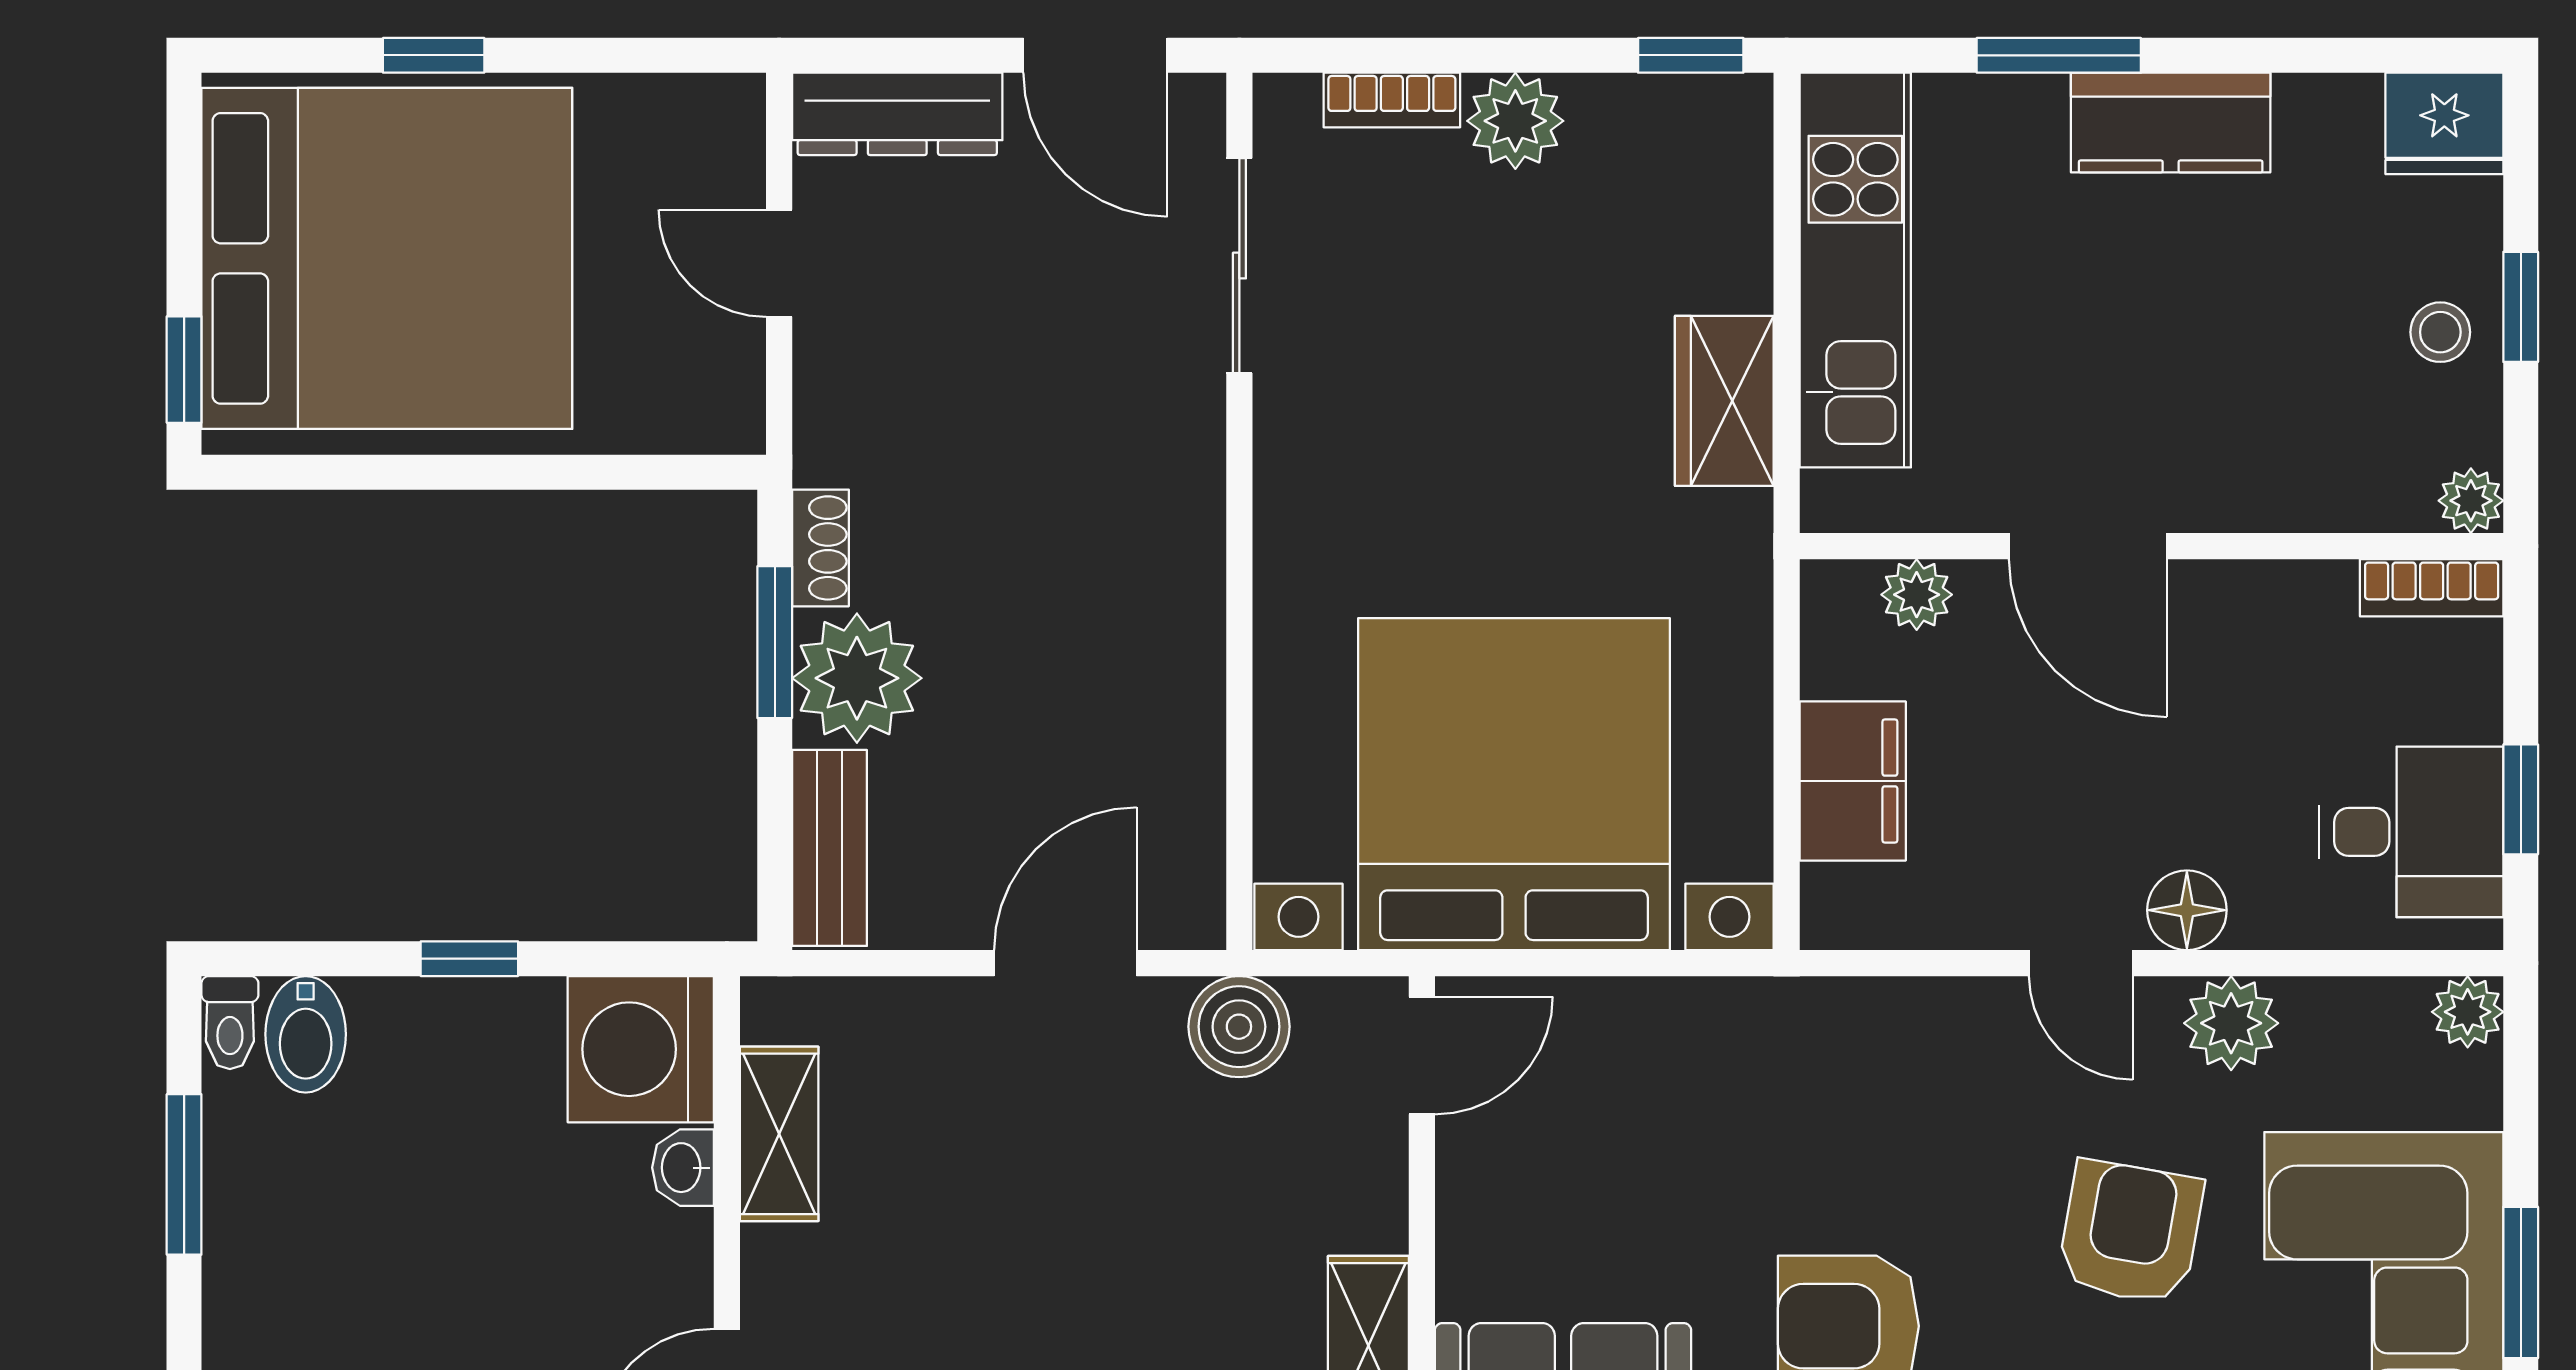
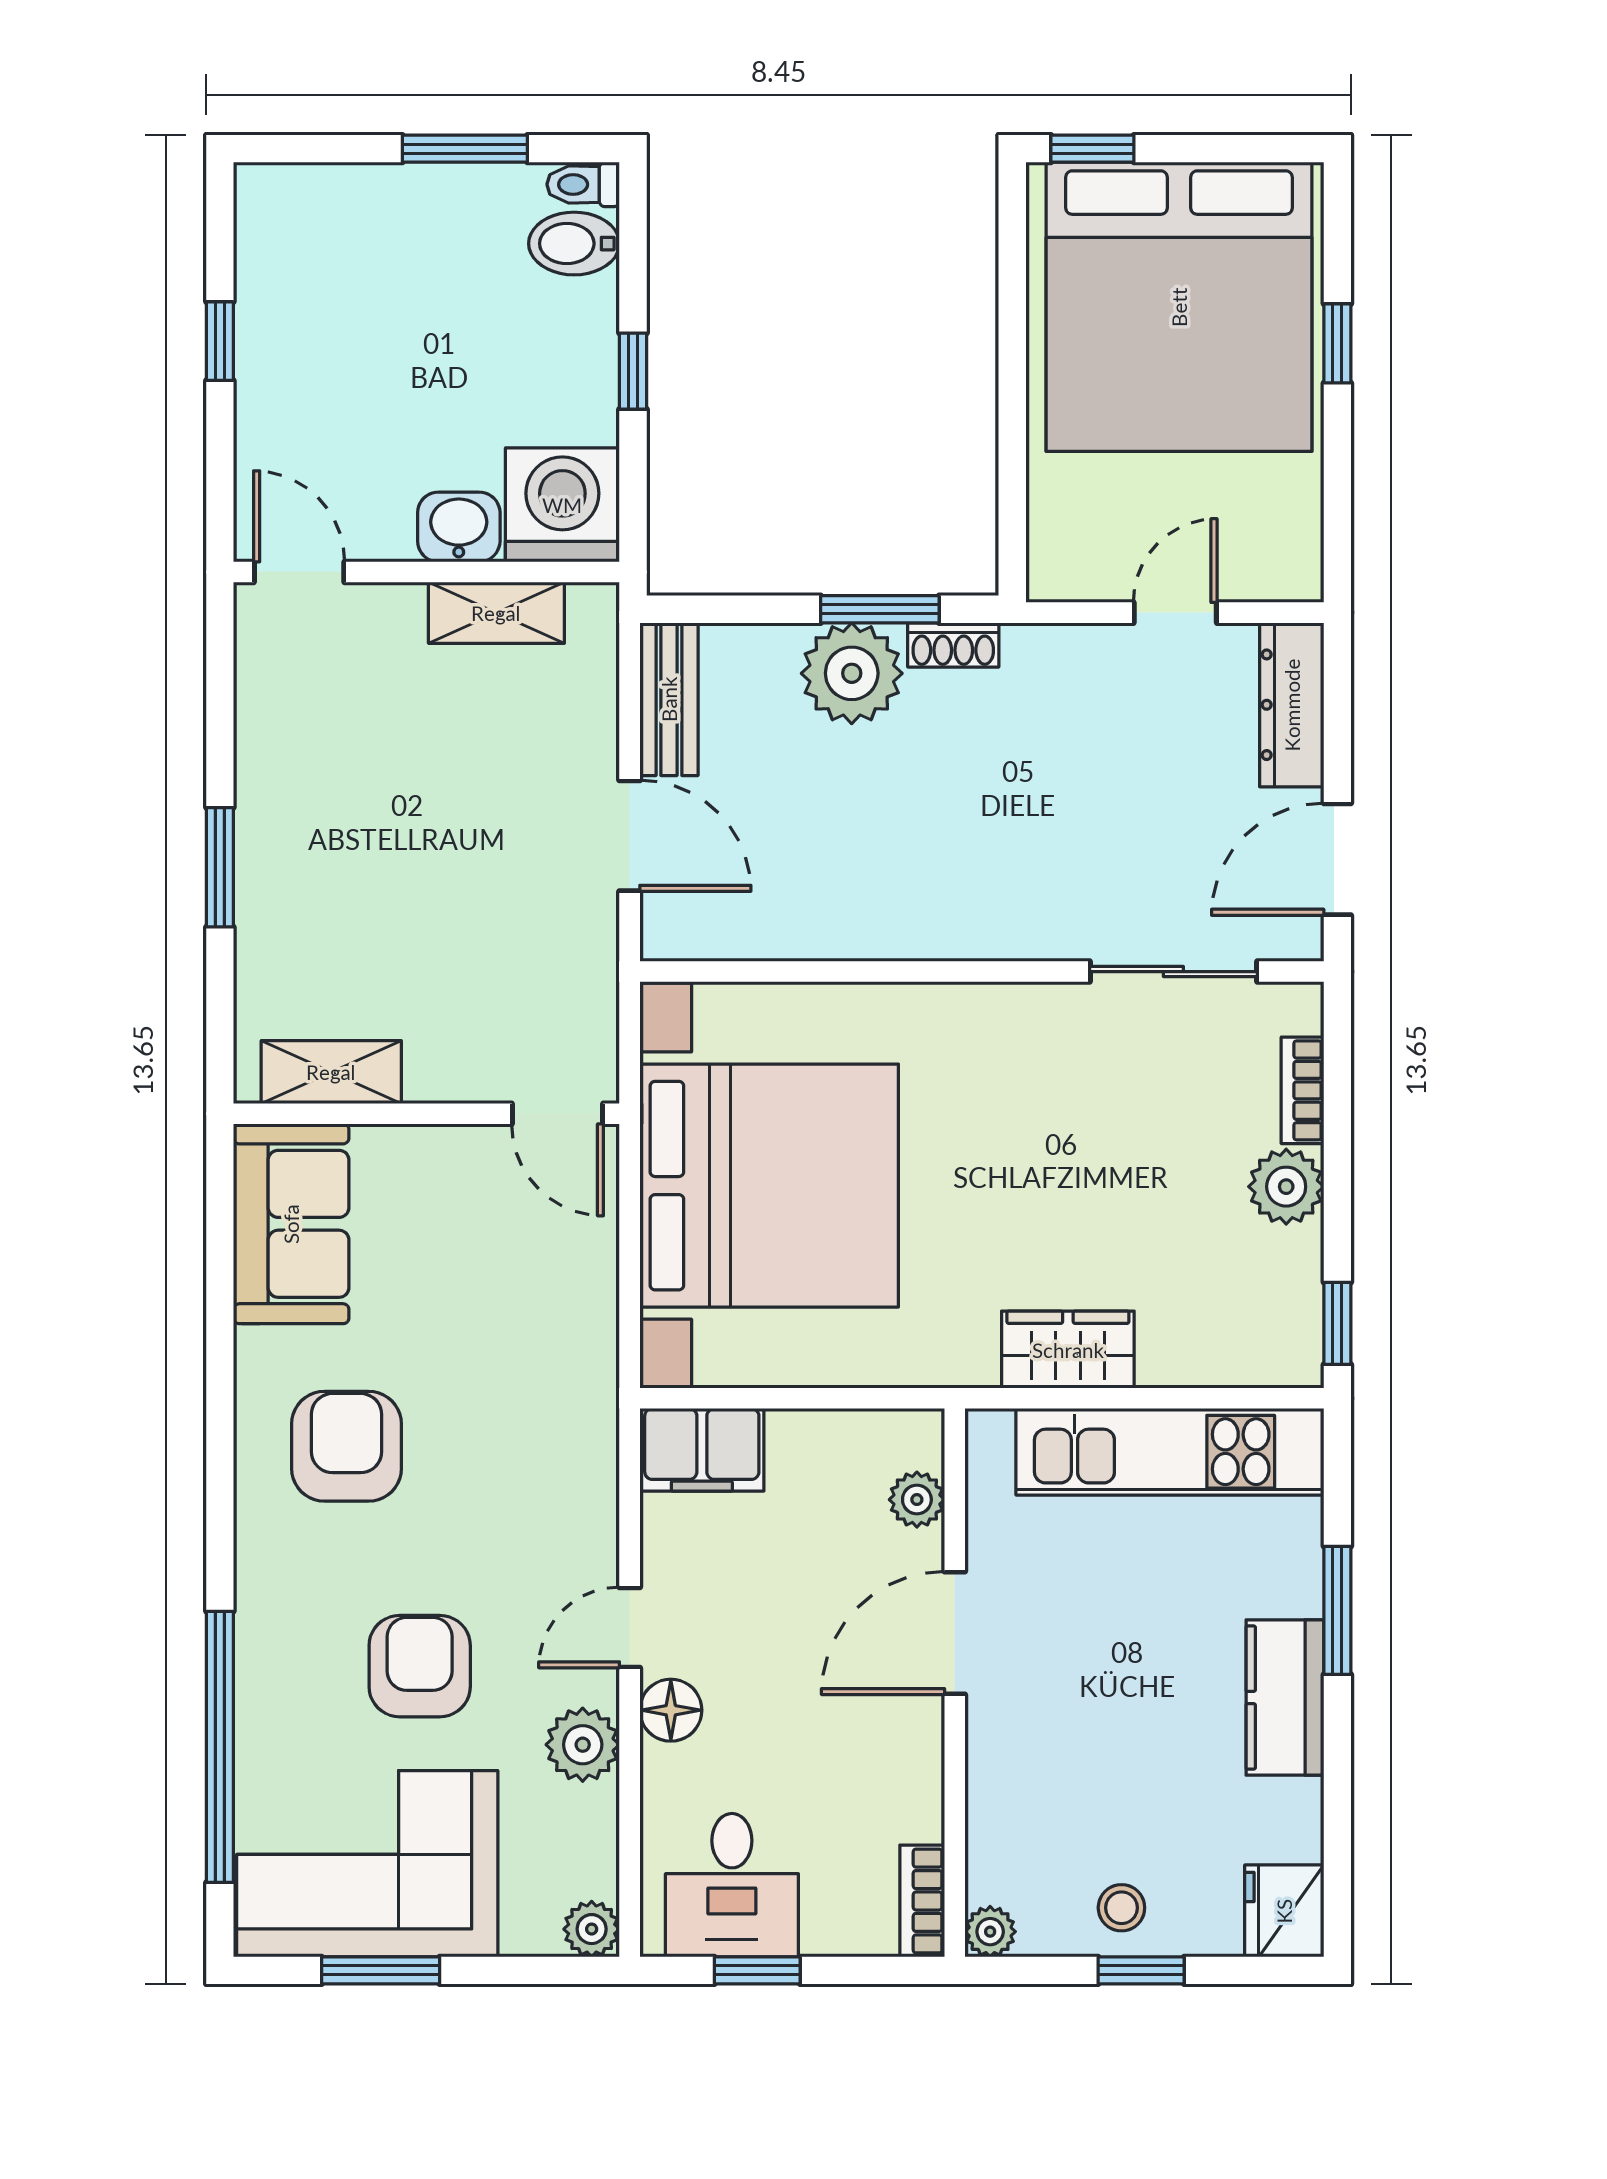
filing cabinet: (1853, 781) -> (702, 1450), moved
bench: (829, 848) -> (669, 699), moved, turned 90
boiler: (1239, 1027) -> (580, 971), removed
washbasin: (683, 1168) -> (459, 527), width x1.38, depth x1.45
armchair: (2130, 1232) -> (420, 1666), turned -100

